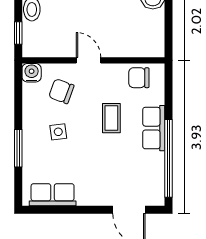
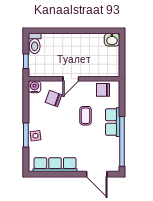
door: (89, 60) -> (71, 79), swing flipped
side table: (58, 132) -> (35, 136), moved
row of seats: (53, 195) -> (55, 165), width x1.48

